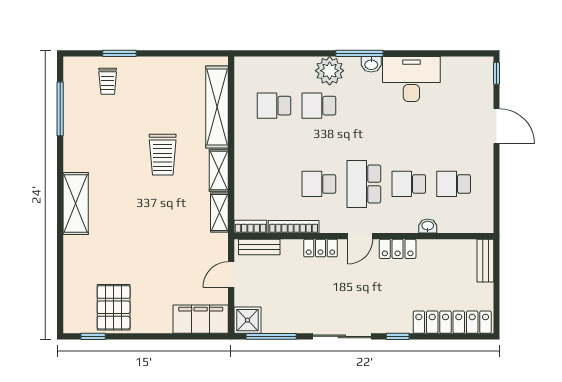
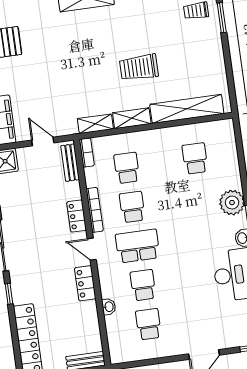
school desk: (319, 106) -> (127, 168), moved
bookcase: (294, 227) -> (95, 210), moved

